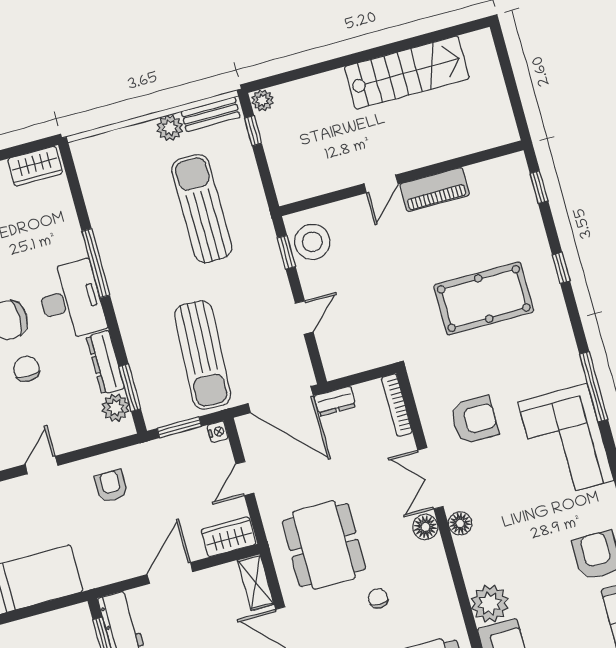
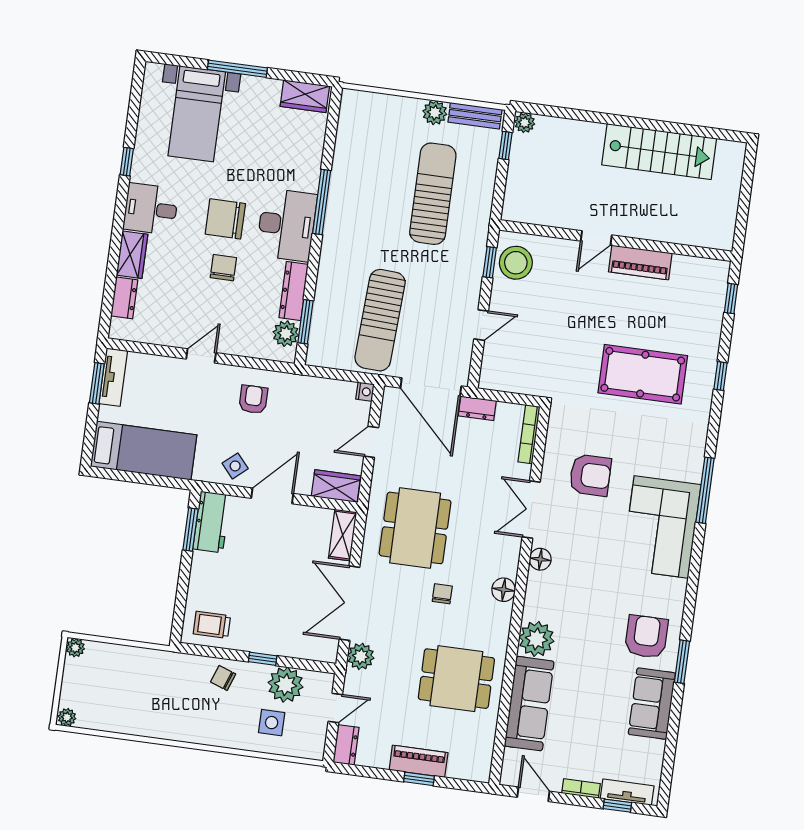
window: (179, 427) -> (334, 374), removed
floor lamp: (425, 527) -> (504, 590), moved
side table: (121, 559) -> (235, 466), added

